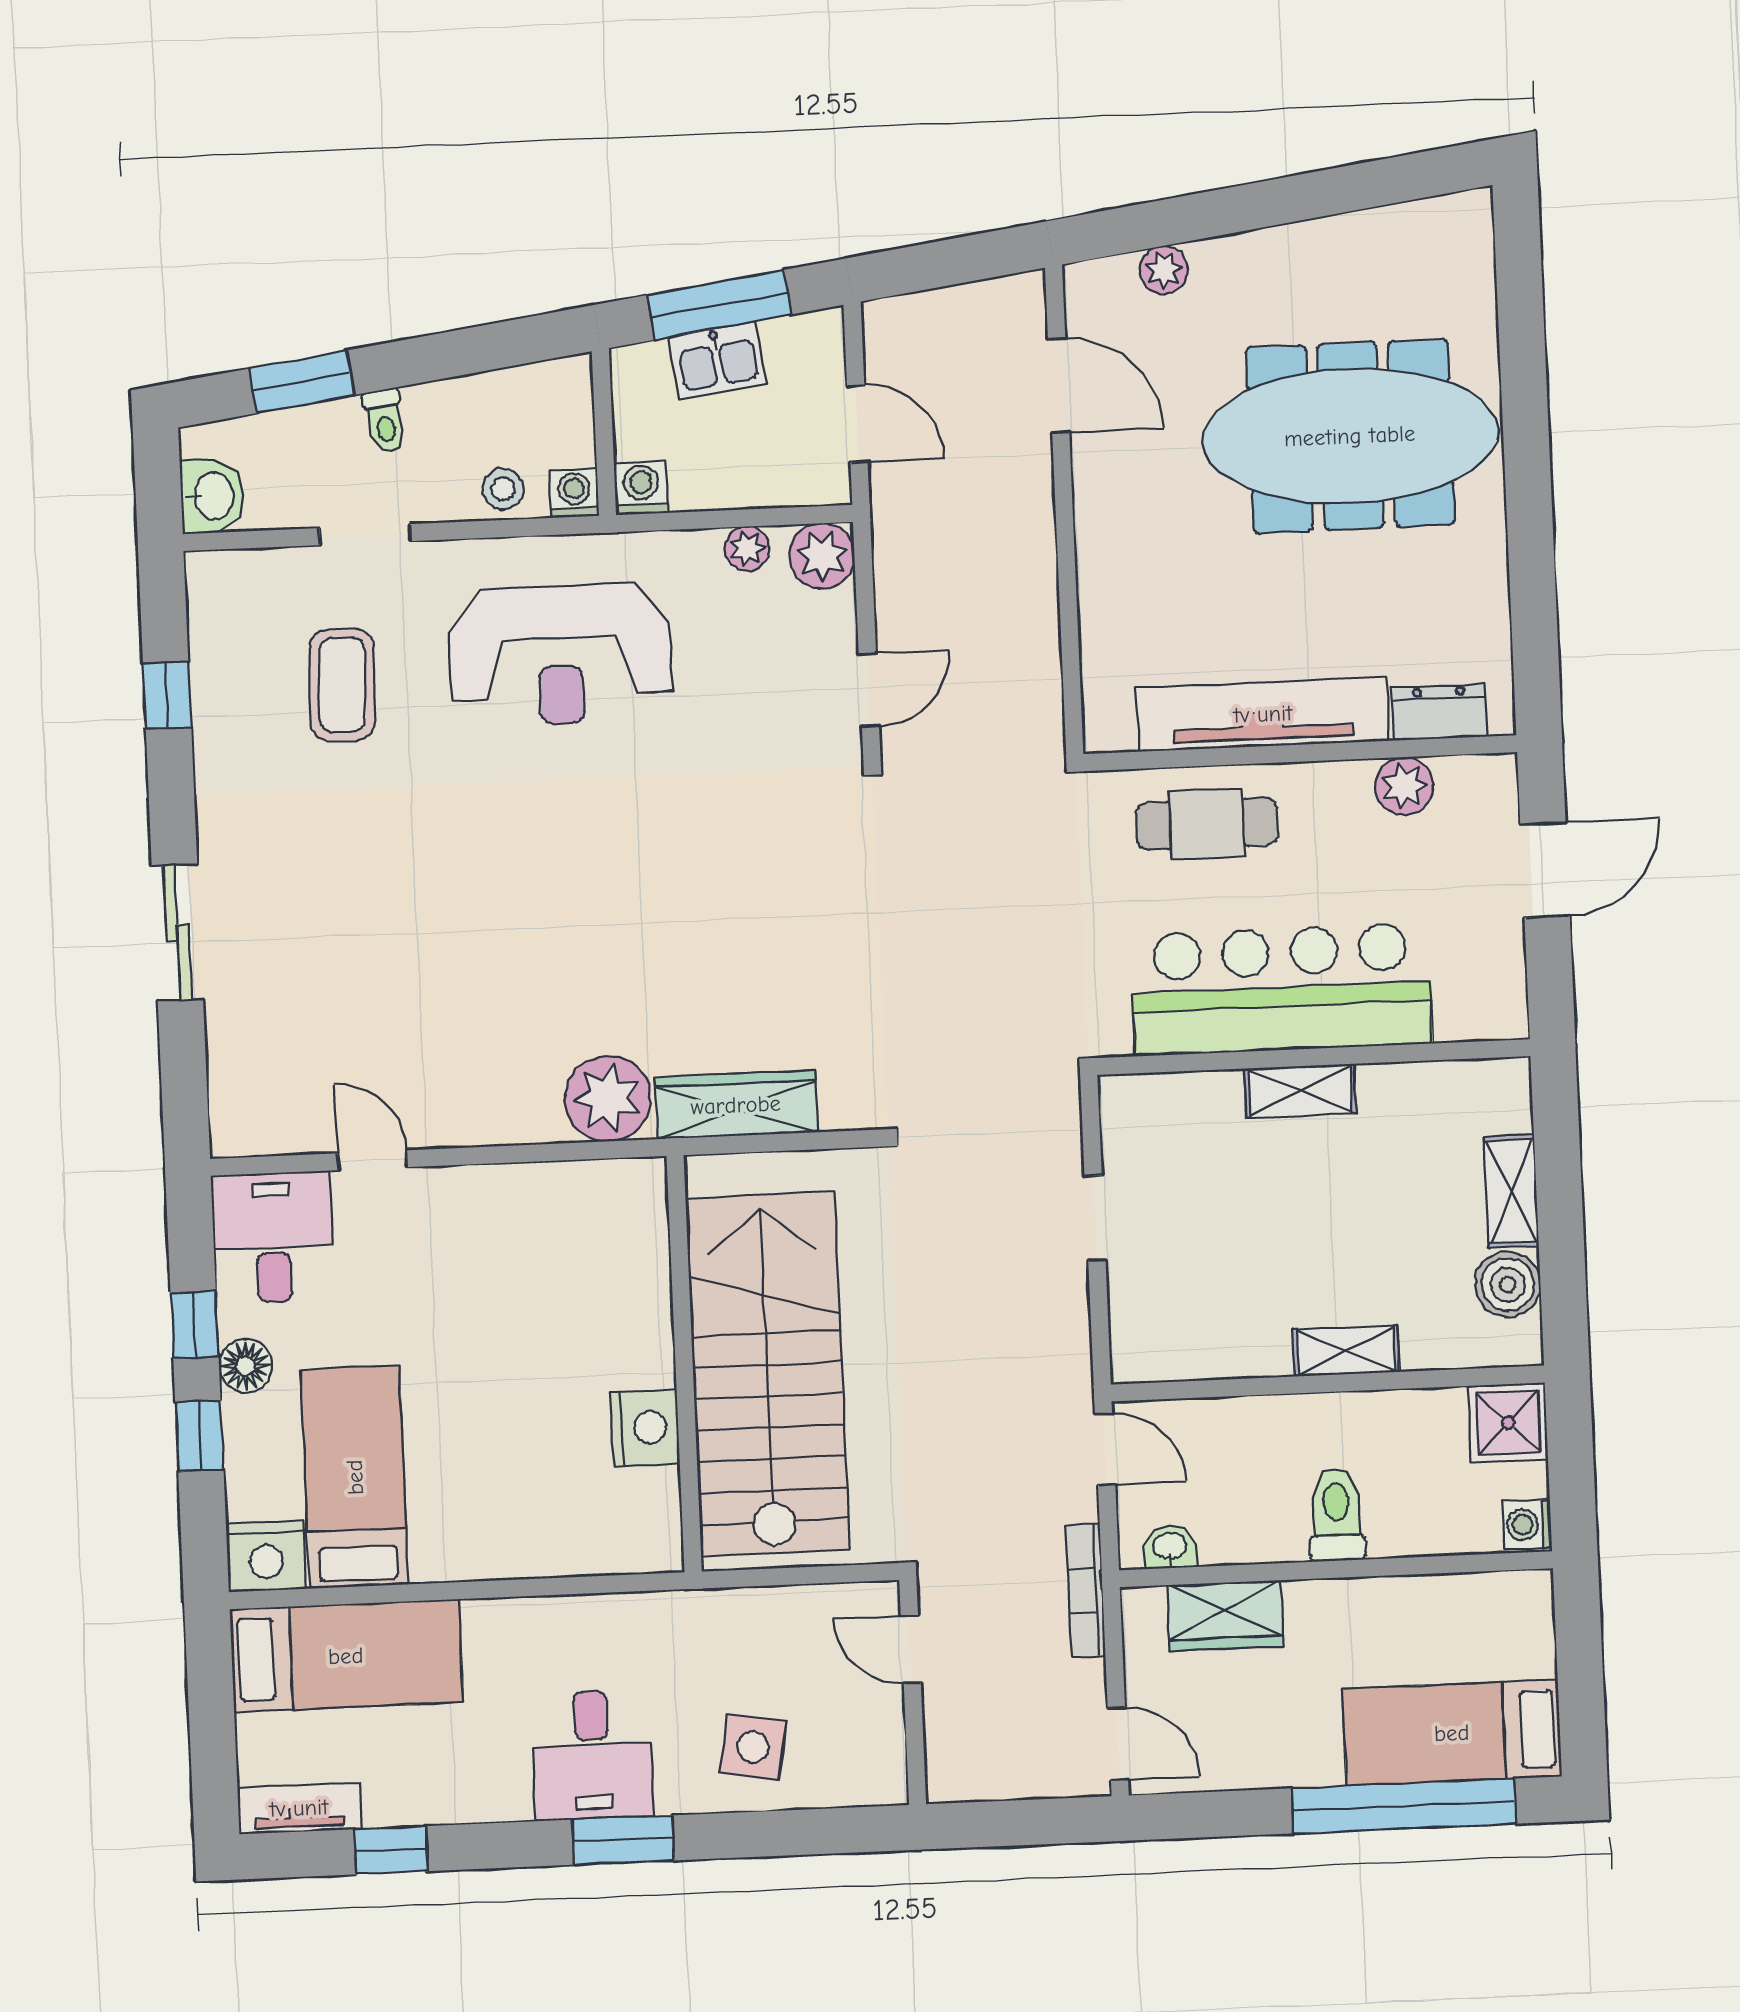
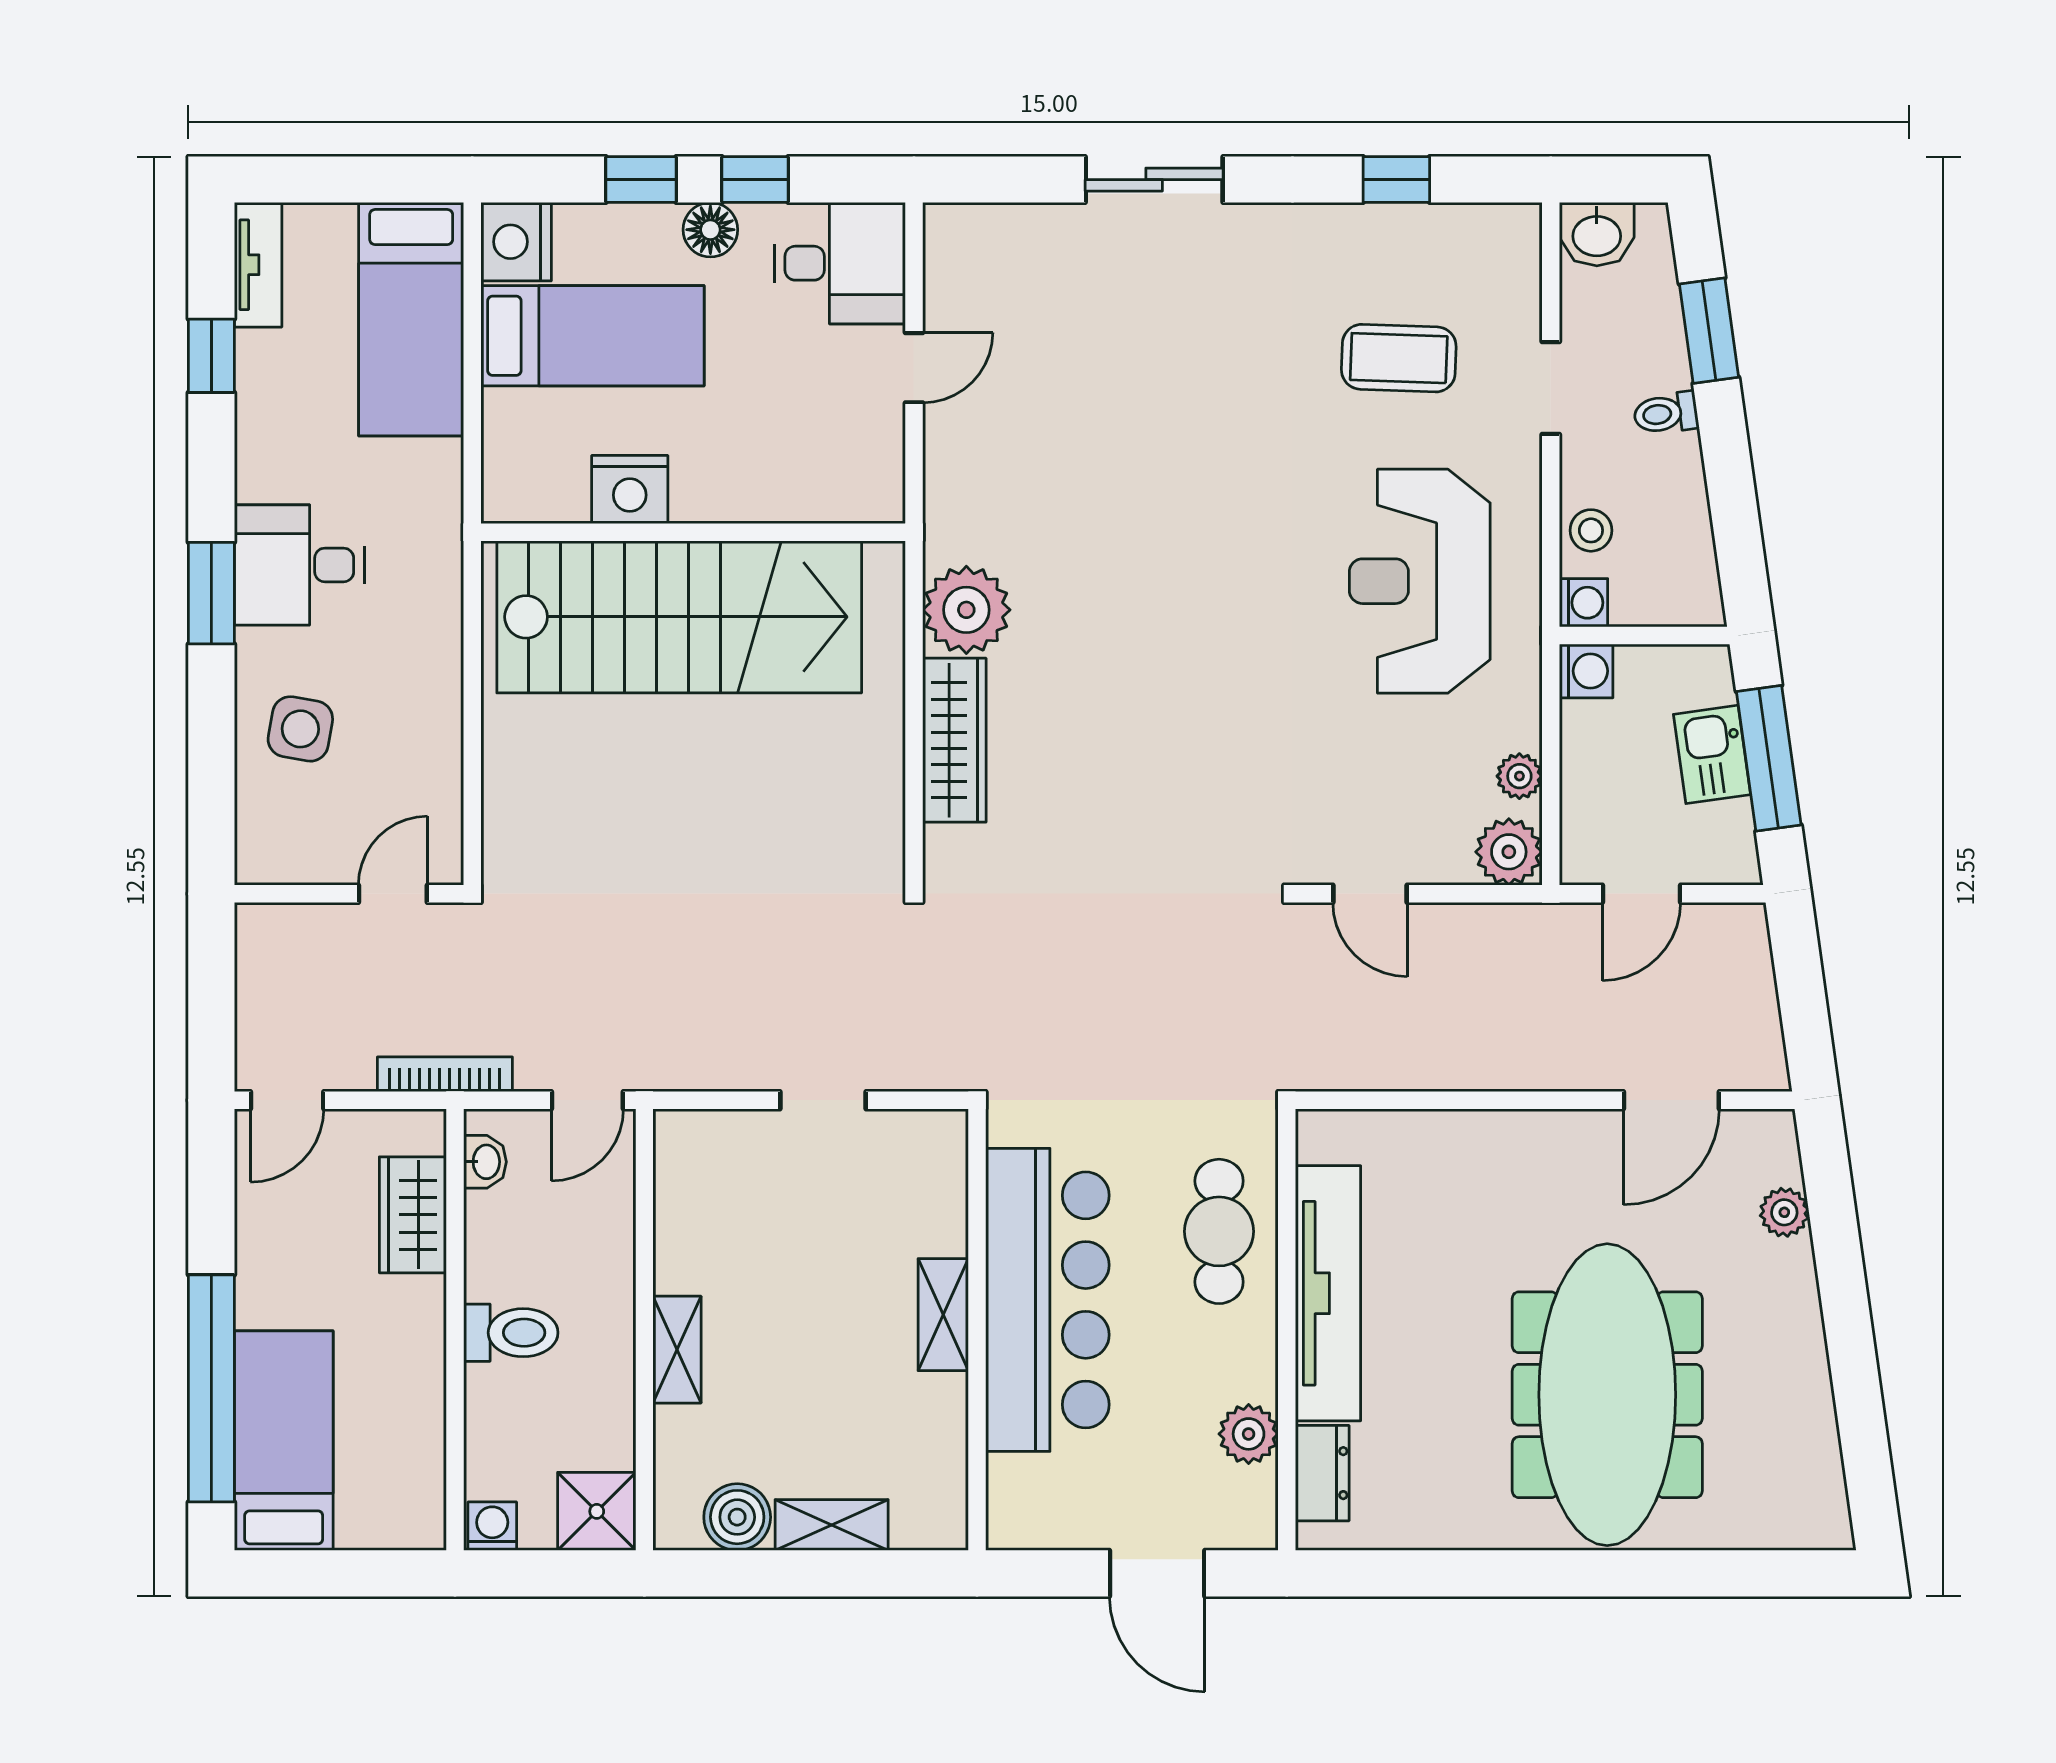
wall: (684, 1364) -> (693, 532), moved
stairs: (768, 1374) -> (679, 617), moved
nightstand: (645, 1428) -> (630, 490), moved

